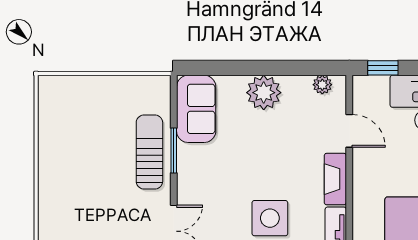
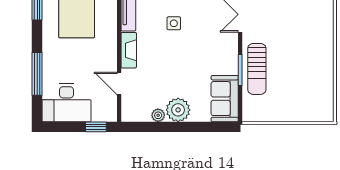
plant: (322, 85) -> (158, 115), moved
side table: (270, 218) -> (174, 23), width x0.54, depth x0.54

